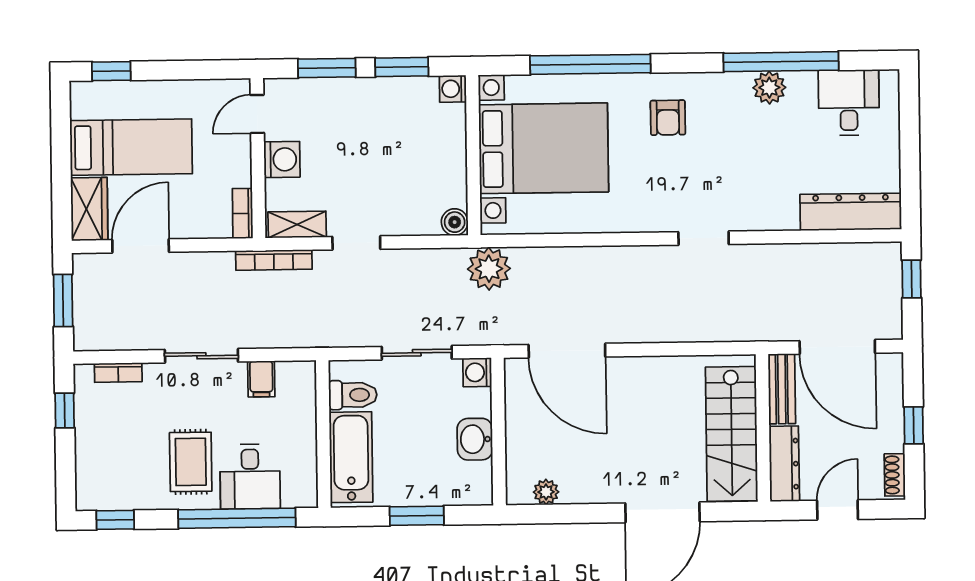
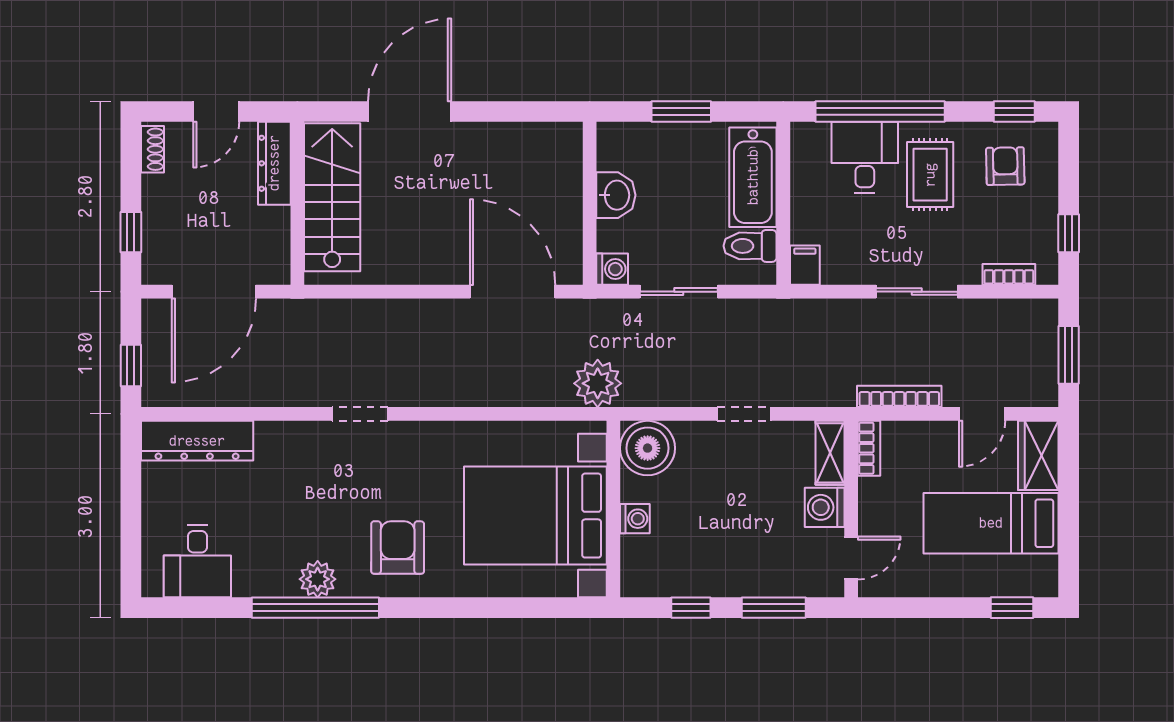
window: (781, 62) -> (315, 608), moved
window: (590, 64) -> (483, 608), removed
window: (402, 67) -> (691, 608), width x0.67
plant: (769, 88) -> (318, 579), moved
washing machine: (453, 89) -> (635, 519), moved
armchair: (668, 118) -> (398, 548), width x1.38, depth x1.38
boiler: (455, 222) -> (648, 448), width x1.86, depth x1.86
shelving: (297, 225) -> (830, 453), moved, turned 90
door: (141, 246) -> (982, 414), width x0.73
bookcase: (274, 260) -> (899, 396), moved
door: (837, 347) -> (214, 292), swing flipped
filing cabinet: (261, 379) -> (805, 265), moved
bench: (782, 389) -> (276, 246), removed
window: (914, 425) -> (131, 232), moved
armchair: (123, 470) -> (1005, 166), added
plant: (546, 492) -> (538, 136), removed

